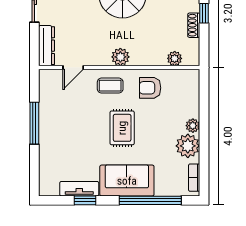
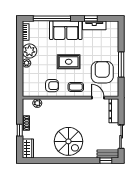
plant: (120, 57) -> (70, 104), removed
door: (73, 68) -> (98, 98), hinge flipped
armchair: (66, 110) -> (102, 72), added
rug: (122, 128) -> (69, 62), turned 90

